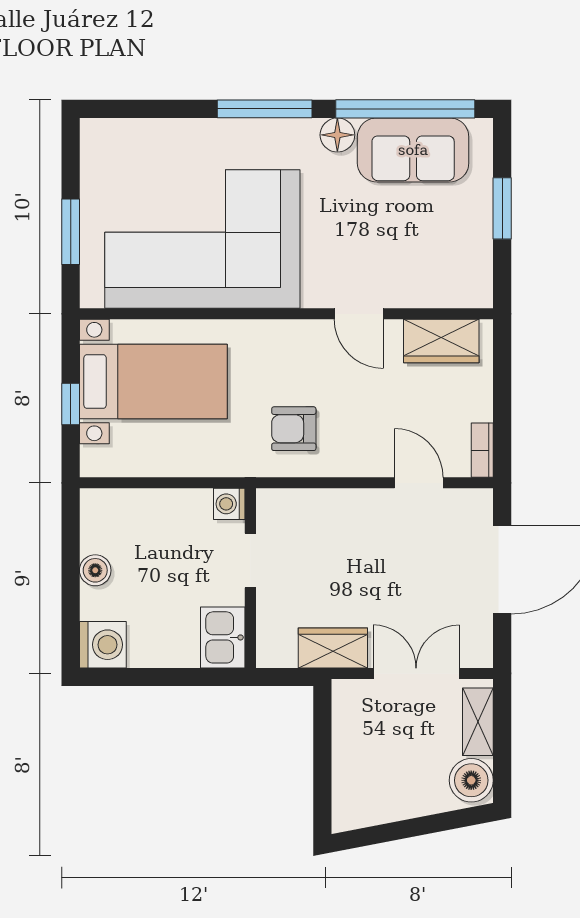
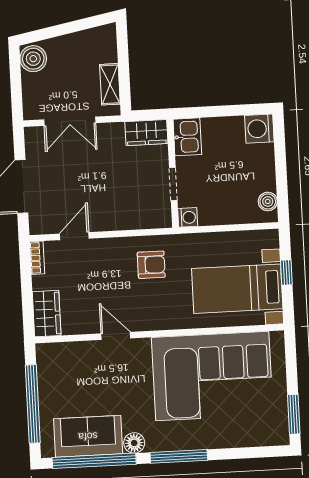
window: (502, 208) -> (33, 404), width x2.11
window: (71, 232) -> (294, 414), moved
wardrobe: (441, 341) -> (47, 314), moved, turned 90
door: (419, 483) -> (74, 236), swing flipped
boiler: (95, 570) -> (268, 201), moved
wardrobe: (333, 648) -> (146, 133), moved
shelving: (478, 722) -> (110, 84), moved

